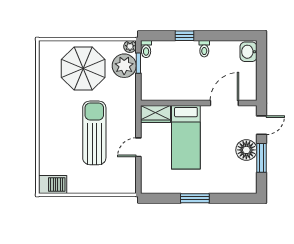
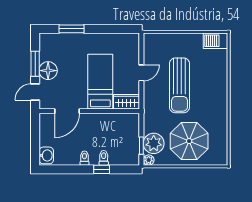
toilet: (146, 49) -> (104, 158), moved
window: (195, 198) -> (72, 29), moved

